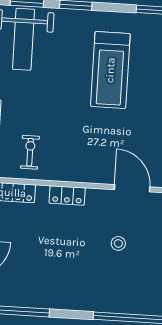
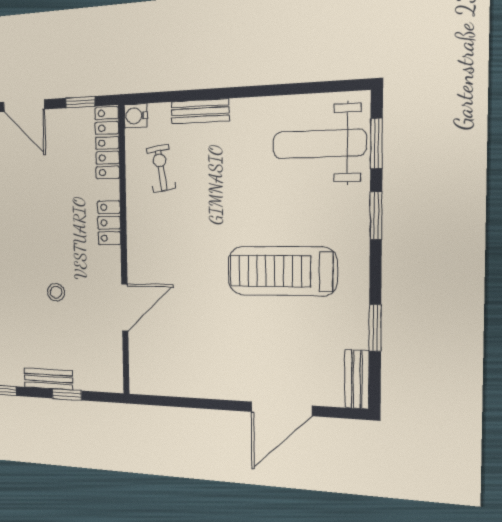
exercise bike: (30, 152) -> (161, 168), turned -99

